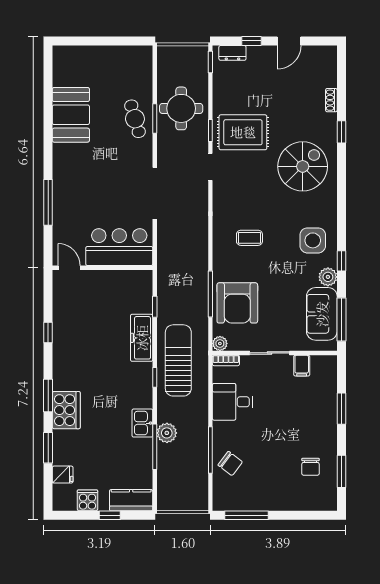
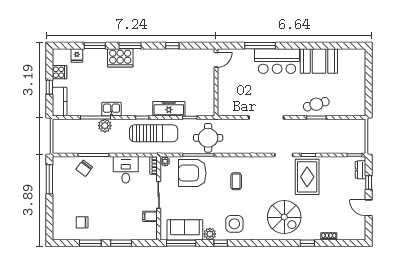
round table: (181, 108) -> (208, 138), moved
bar counter: (119, 247) -> (277, 61), moved, turned 90
window: (341, 471) -> (90, 243), moved

